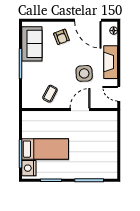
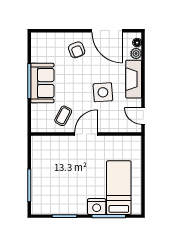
plant: (113, 40) -> (136, 54), added
sofa: (32, 44) -> (42, 83), moved
door: (80, 109) -> (86, 134), moved
bed: (45, 149) -> (119, 188), moved, turned -90
nightstand: (29, 168) -> (97, 207), moved, turned -90

